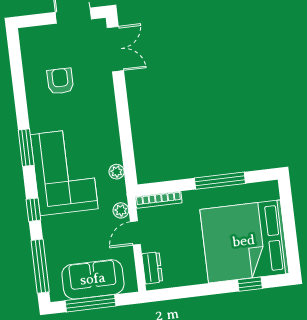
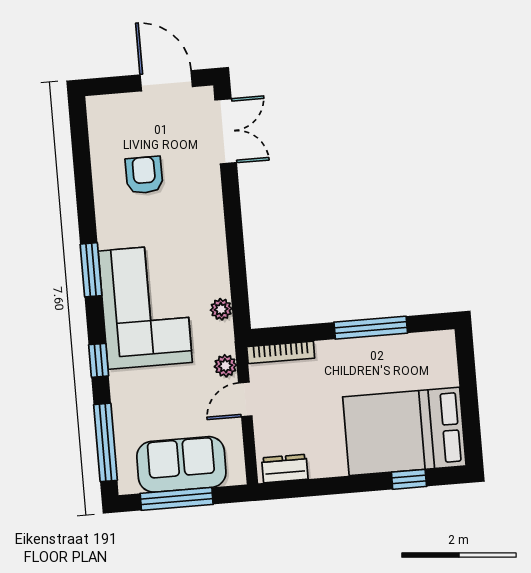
bed: (244, 241) -> (404, 431), width x0.73
dresser: (152, 268) -> (285, 469), moved, turned -90

